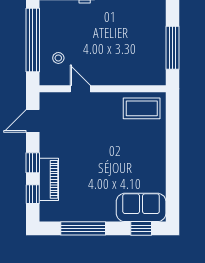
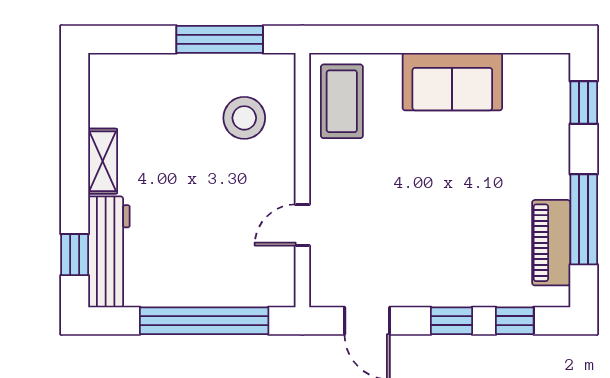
stool: (58, 58) -> (244, 118), moved, width x1.89, depth x1.89
piano: (49, 179) -> (551, 243), moved, turned -90
sofa: (141, 207) -> (452, 82), moved, turned -90

